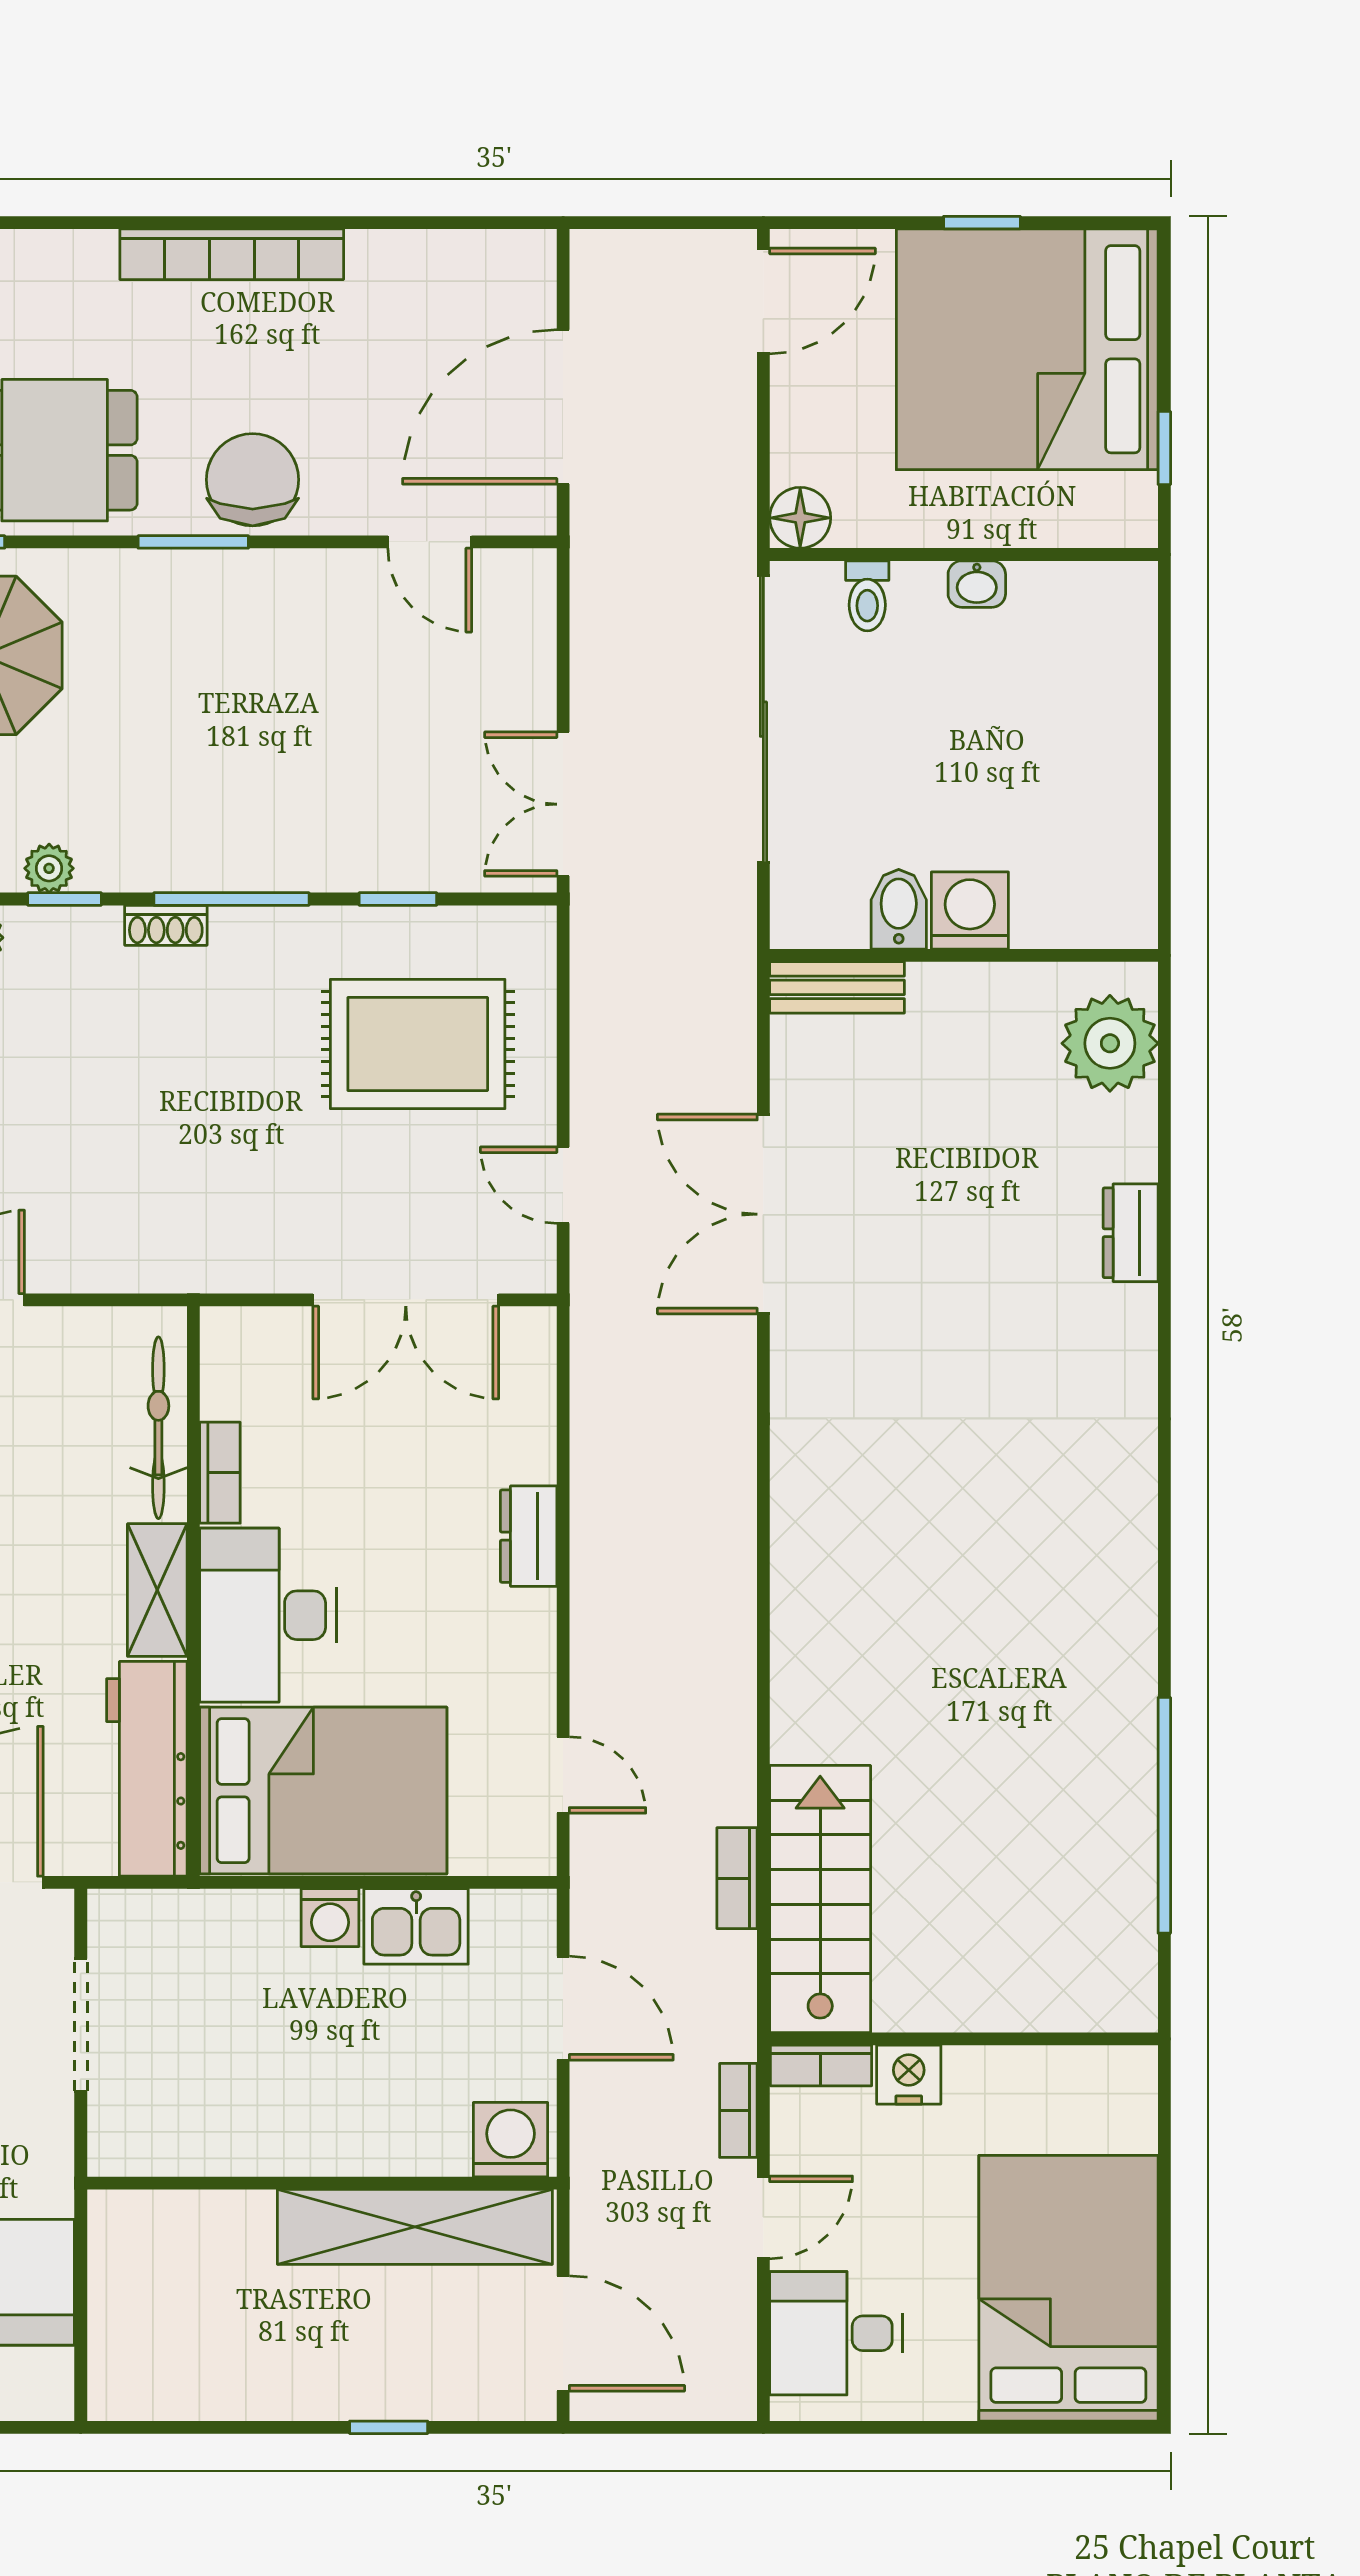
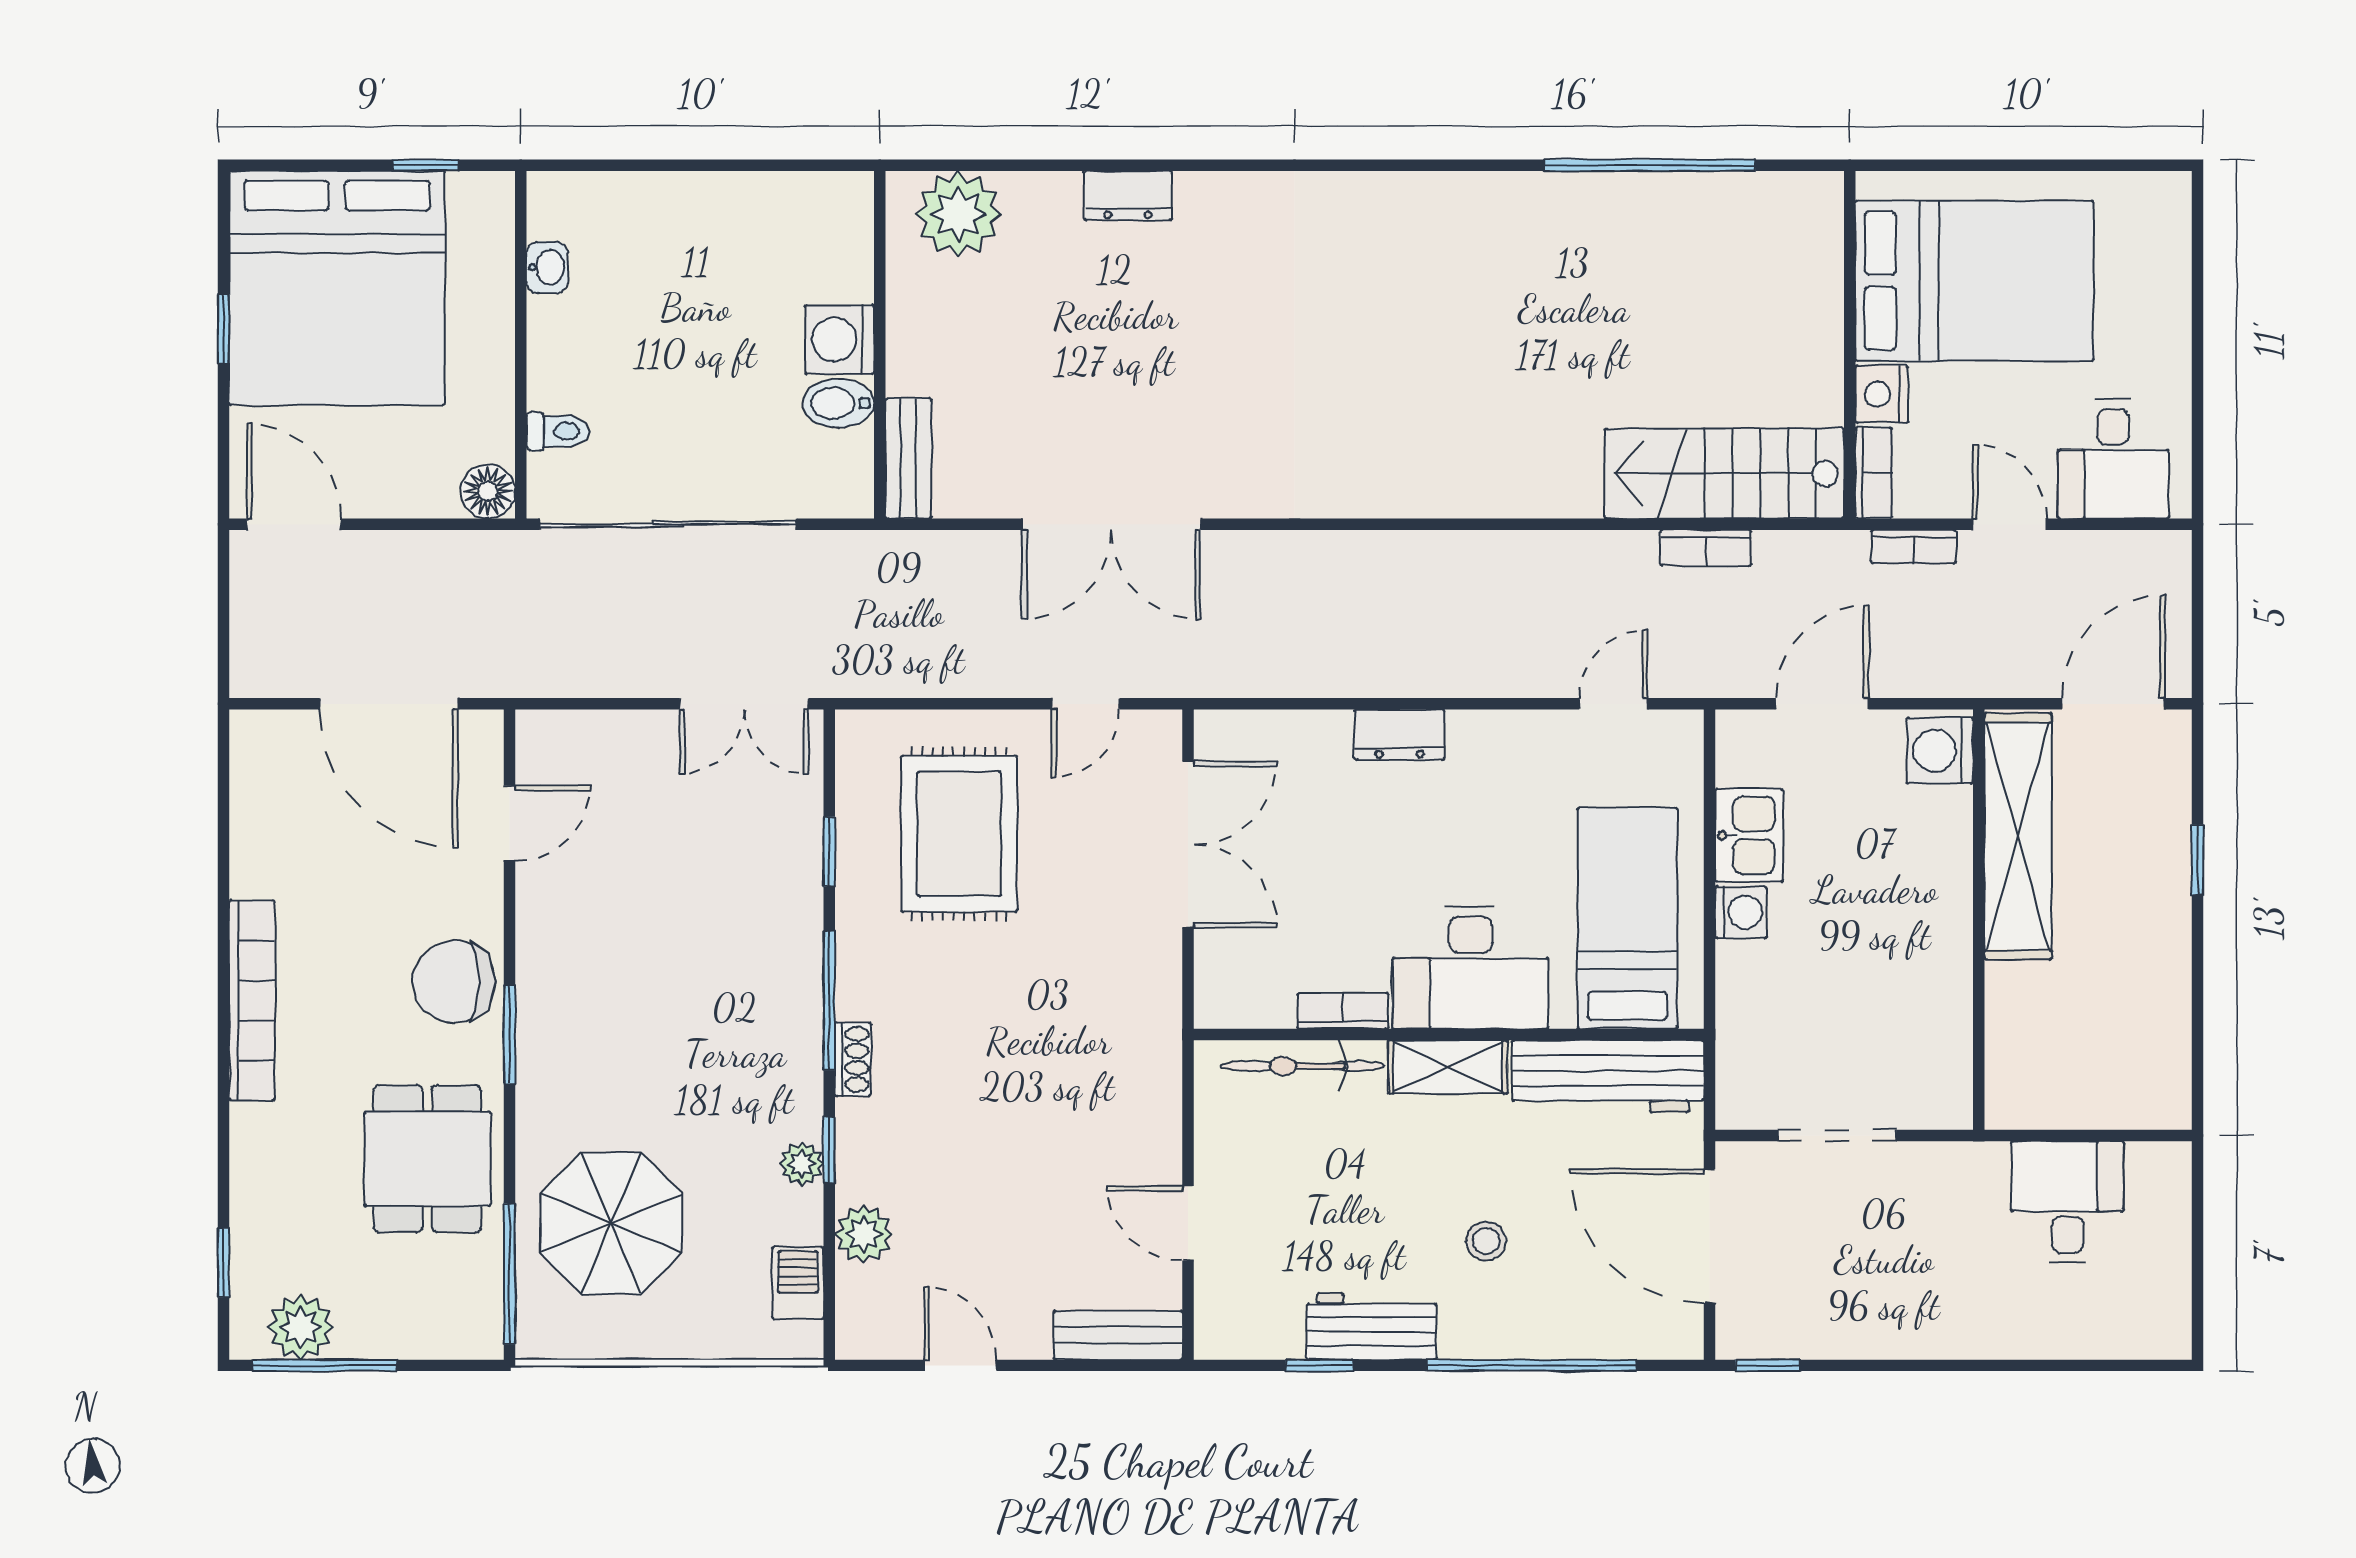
washbasin: (977, 584) -> (547, 267), moved
bed: (323, 1791) -> (1627, 918), width x0.67
bed: (1068, 2288) -> (1974, 281), moved, turned 180

